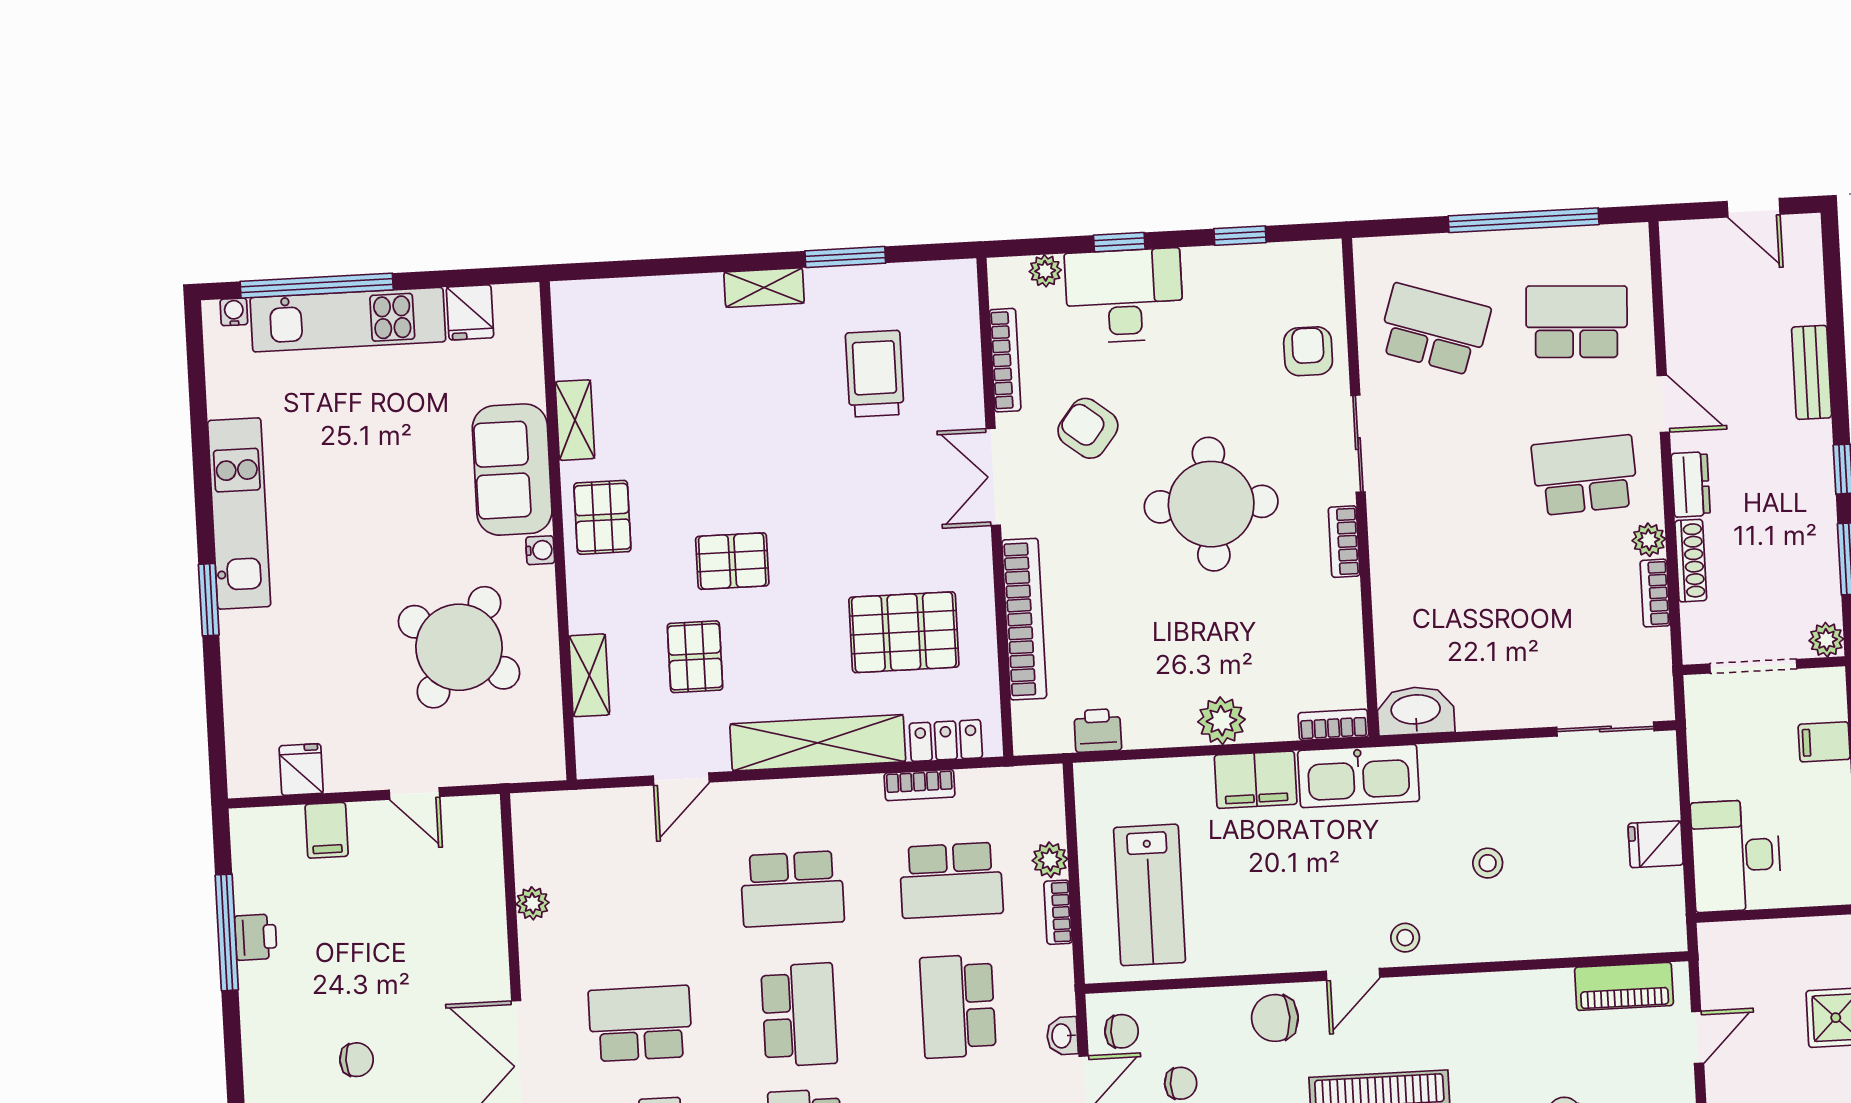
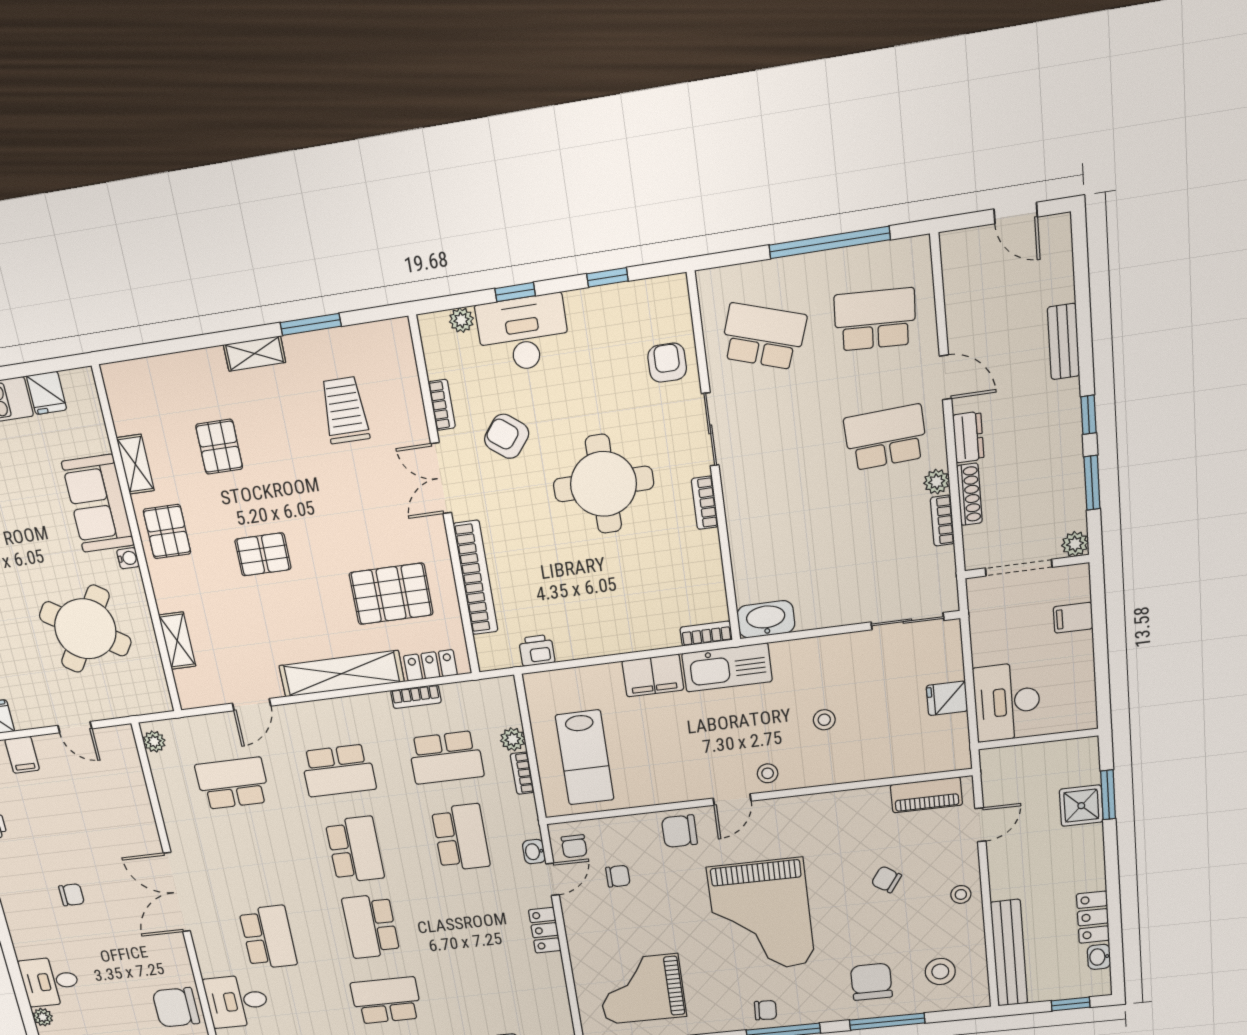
bookcase: (1005, 360) -> (442, 405), width x0.64
pallet: (695, 657) -> (219, 447), moved
plant: (1221, 721) -> (625, 637), removed
plant: (533, 903) -> (154, 742), moved
school desk: (958, 1006) -> (461, 837), turned 180
school desk: (640, 1023) -> (233, 783), moved
chair: (1122, 1031) -> (574, 846), turned 90

